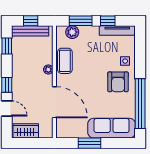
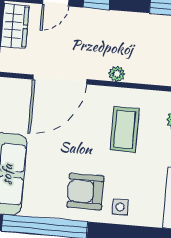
coffee table: (65, 61) -> (125, 129), moved, turned 90

